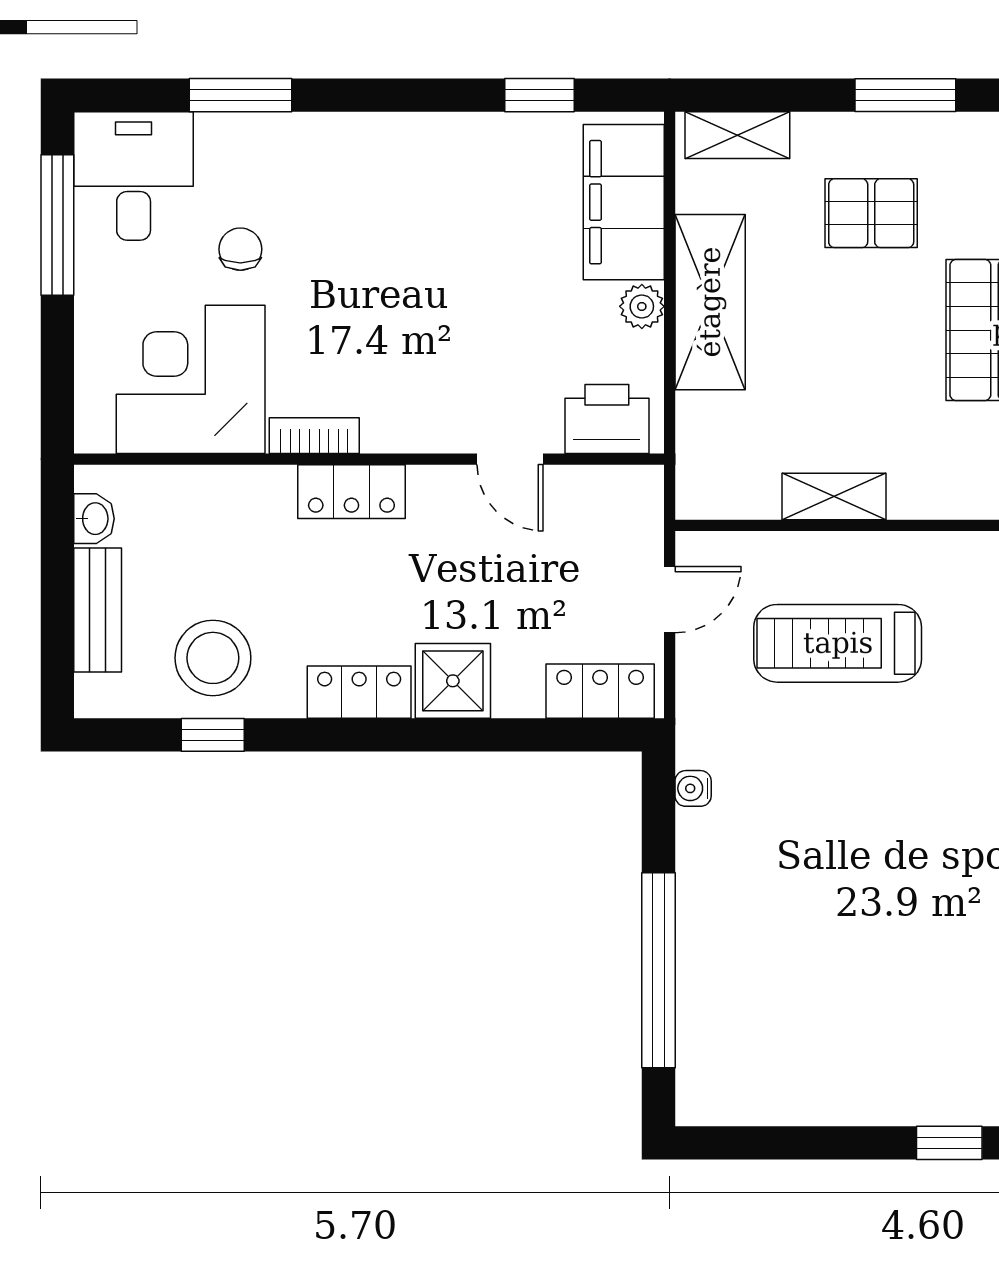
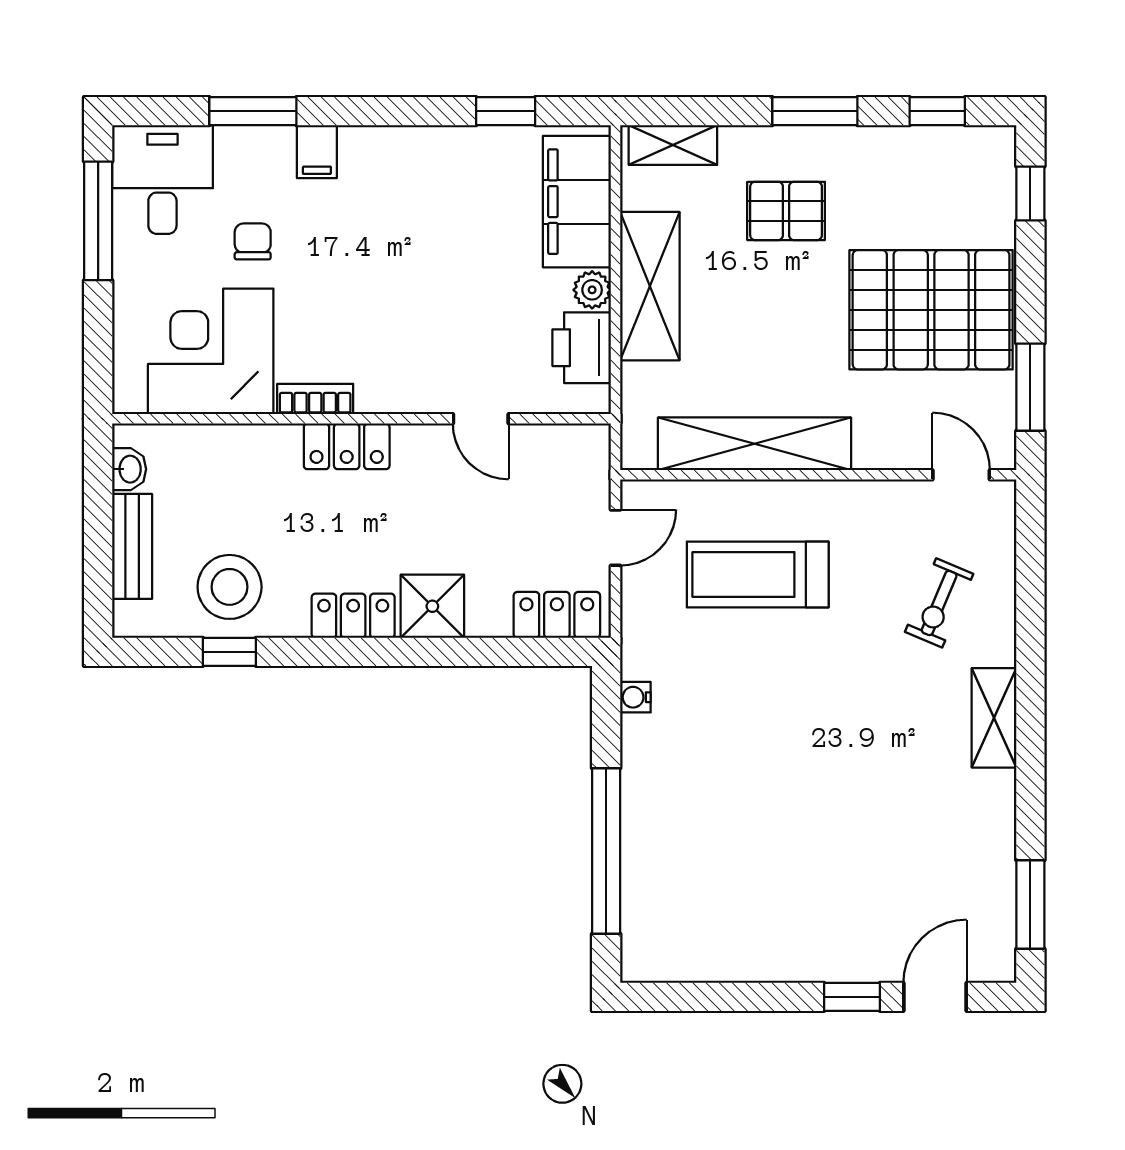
filing cabinet: (316, 143) -> (317, 152), added
printer: (607, 419) -> (582, 348), moved, turned -90
shelving: (834, 496) -> (755, 444), width x2.20, depth x1.33

